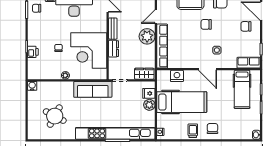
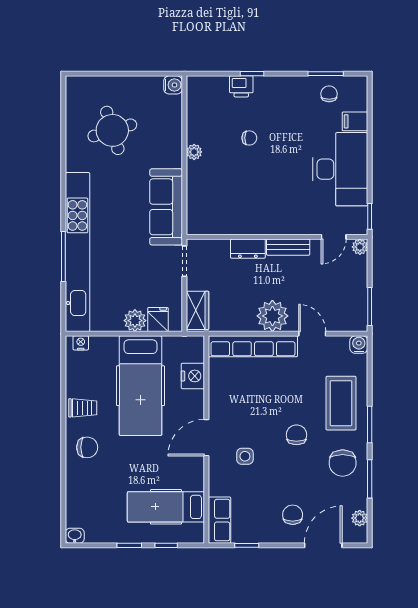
corner desk: (89, 50) -> (244, 199), removed
round table: (55, 116) -> (112, 130), turned 45

